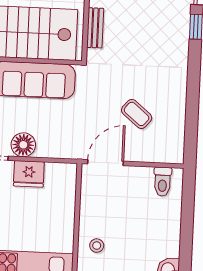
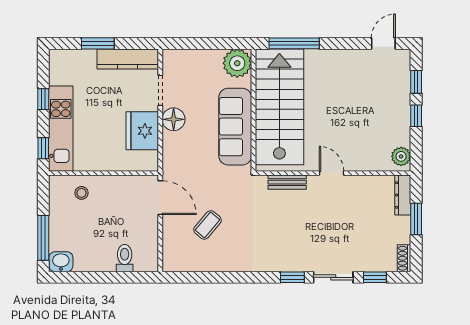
fridge: (29, 174) -> (142, 131), width x1.36, depth x1.34
toilet: (162, 182) -> (125, 258), moved, turned 90

